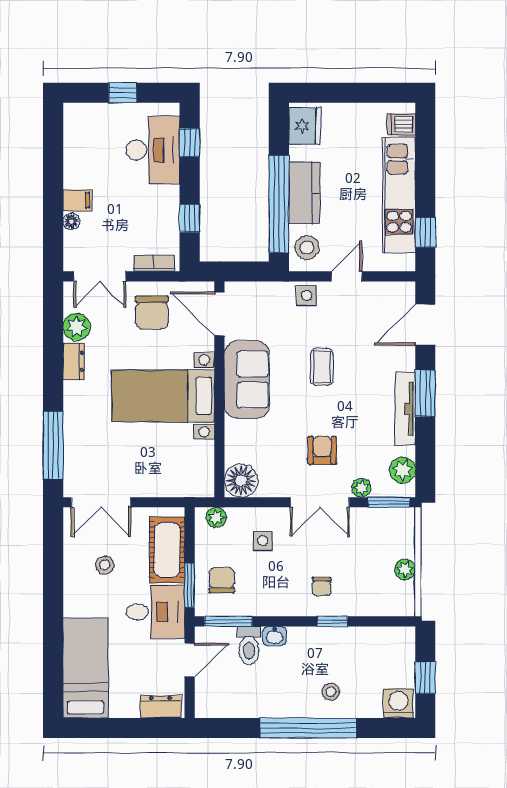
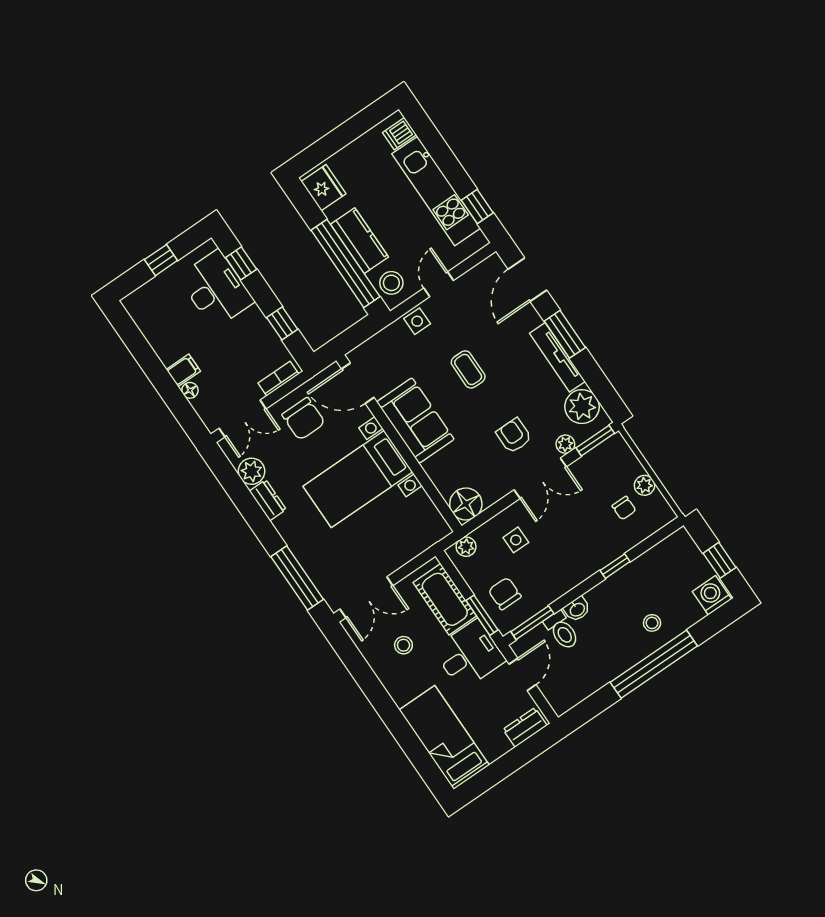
plant: (402, 470) -> (582, 407), width x1.36, depth x1.36
chair: (322, 586) -> (624, 508), moved

